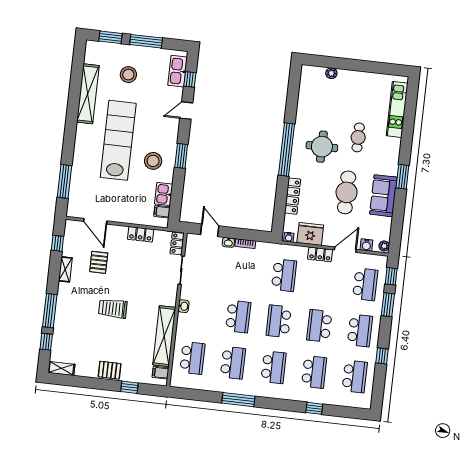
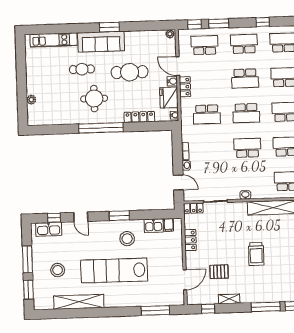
sofa: (383, 196) -> (101, 42), moved, width x1.36
door: (210, 230) -> (178, 182), swing flipped
water cooler: (366, 245) -> (172, 81), moved
school desk: (284, 275) -> (207, 114), turned 180

